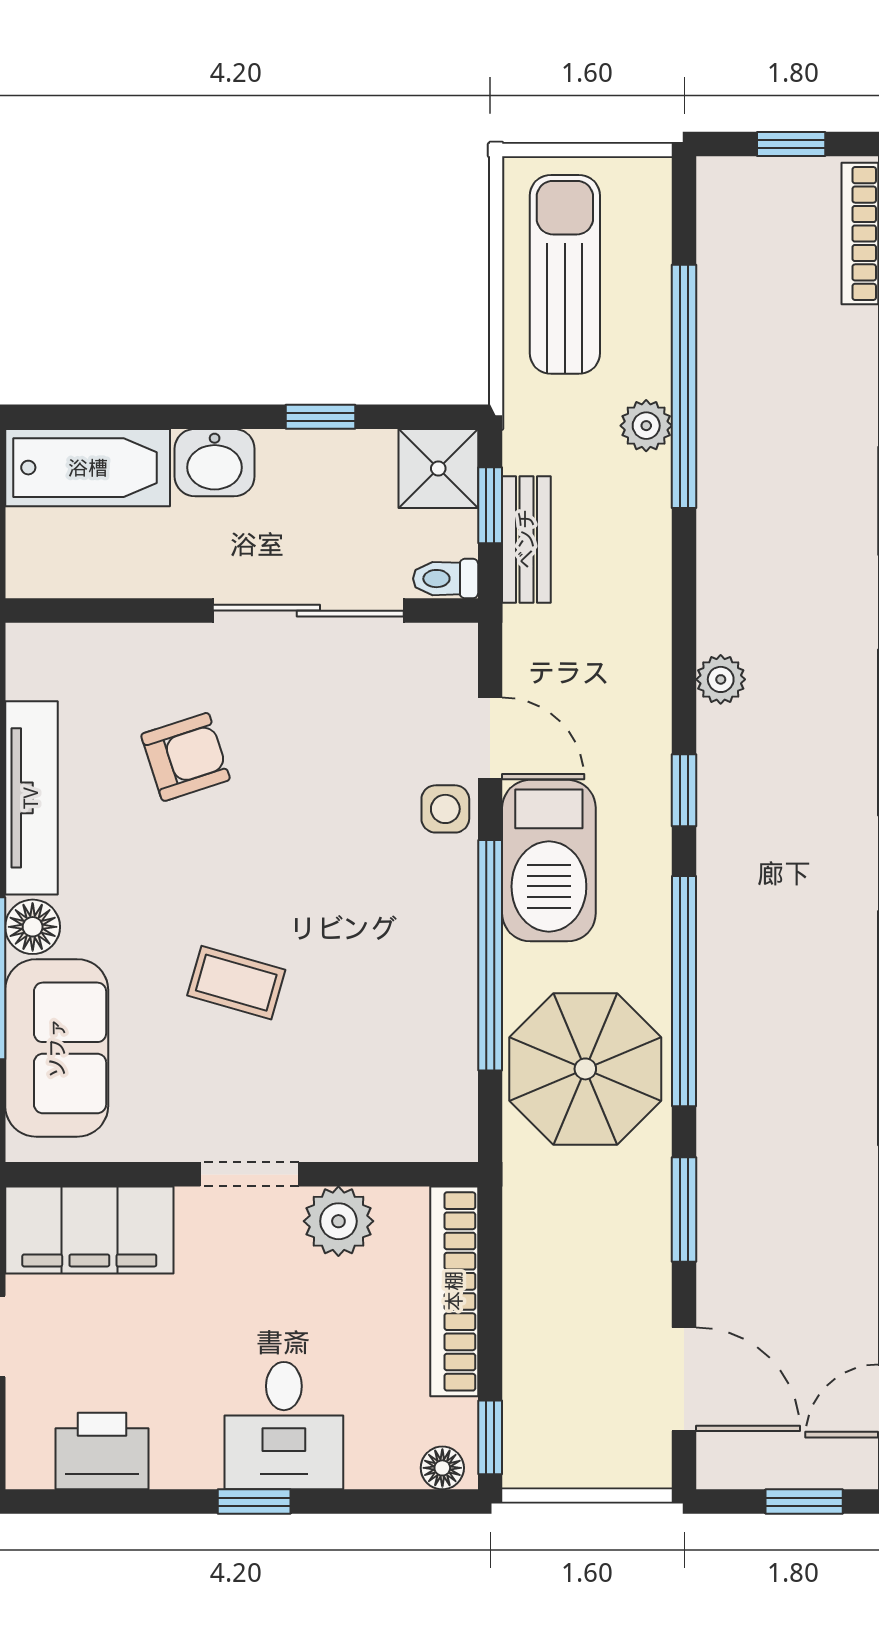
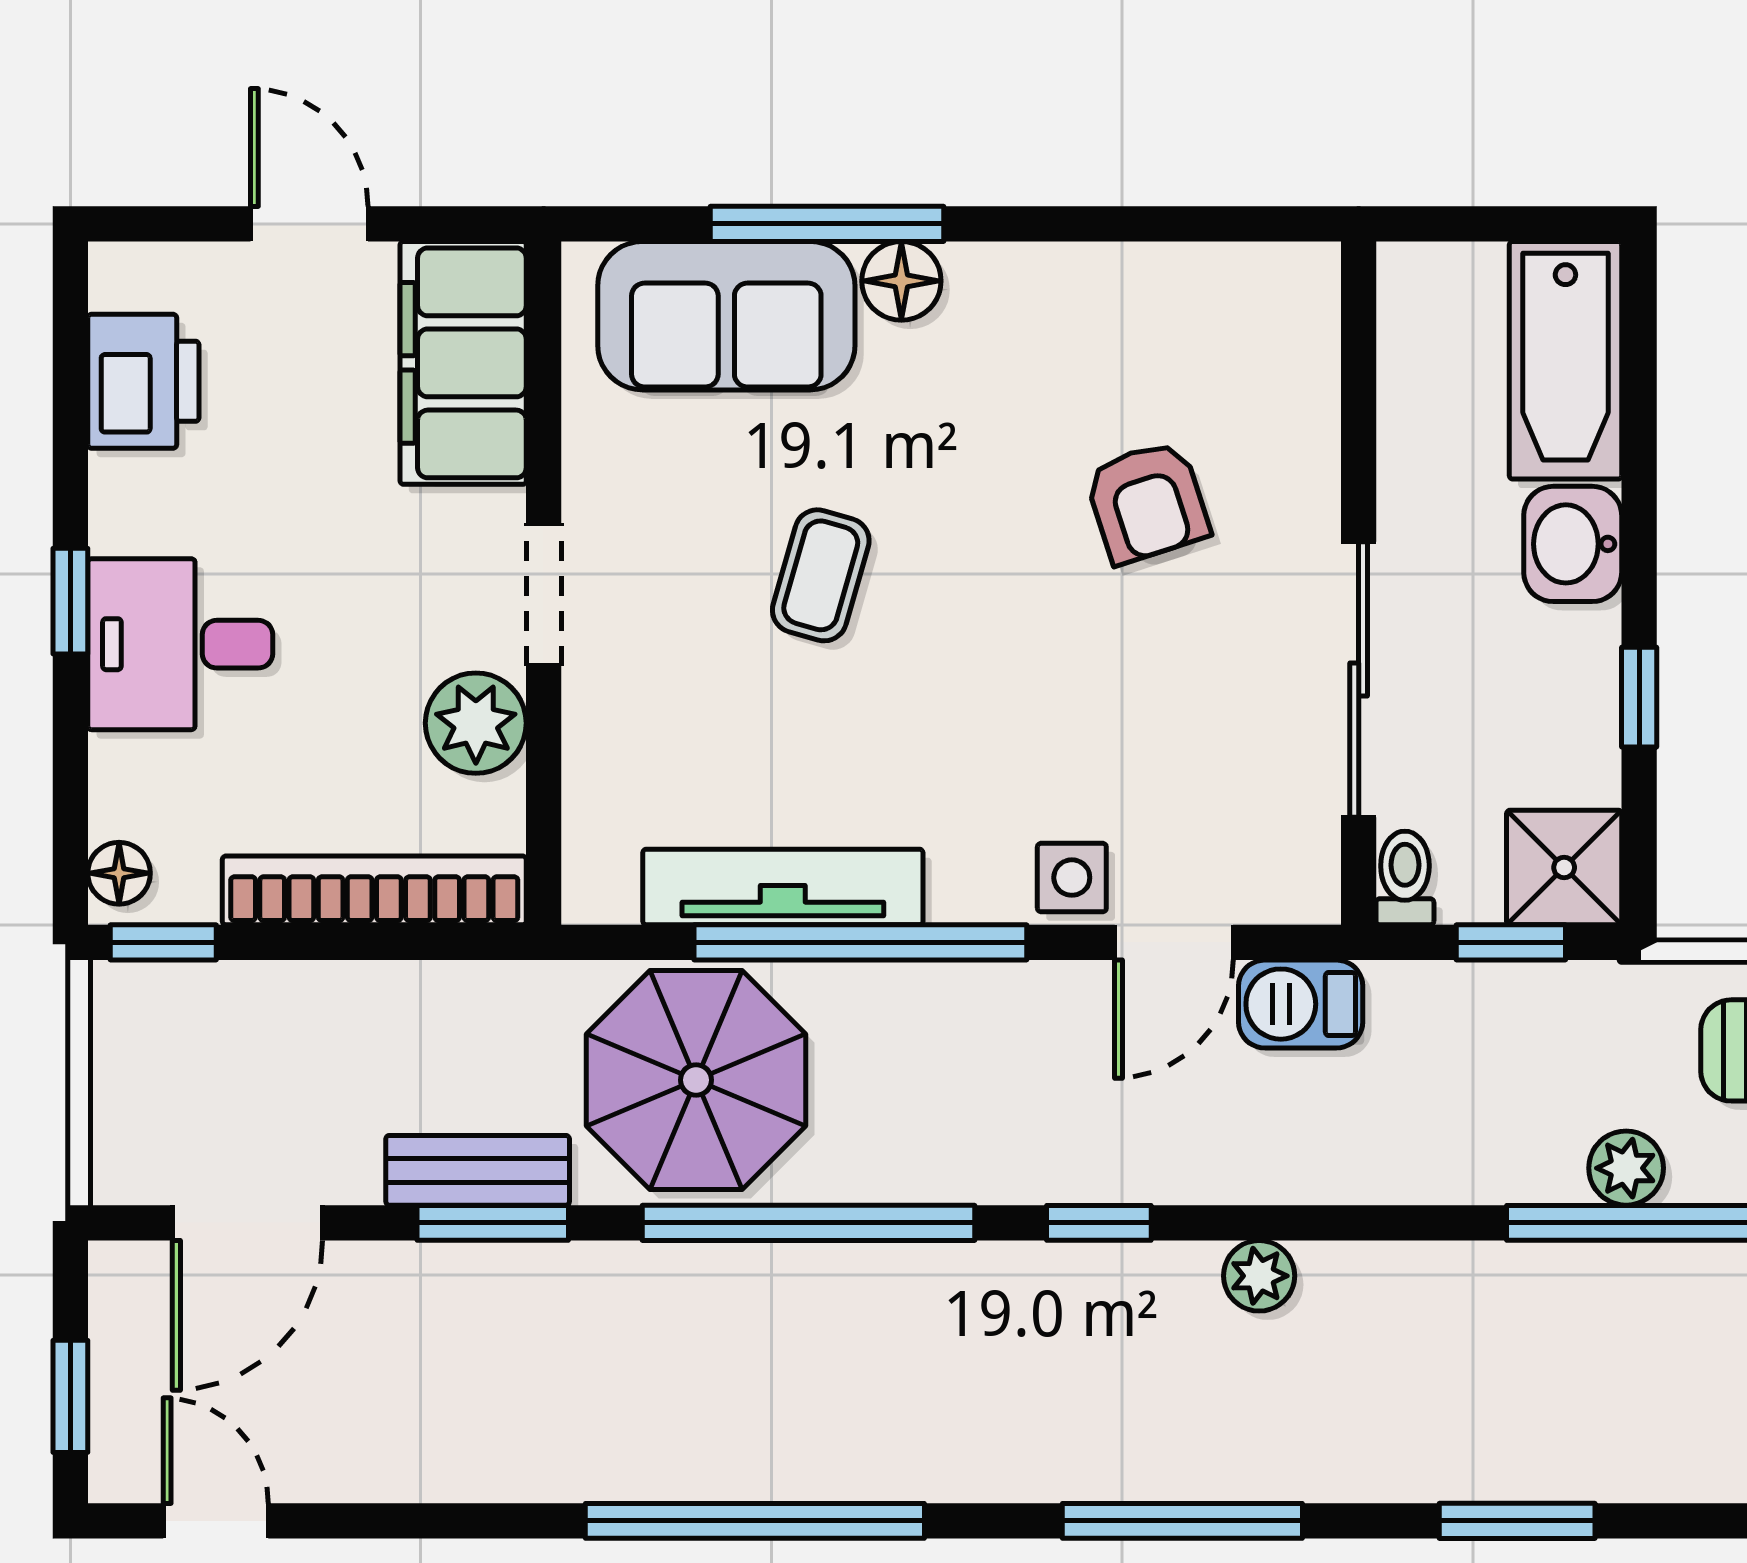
bench: (526, 539) -> (478, 1170), moved
tv unit: (31, 798) -> (783, 887), moved, turned 180
barbecue: (549, 861) -> (1301, 1004), moved, width x0.53, depth x0.65

